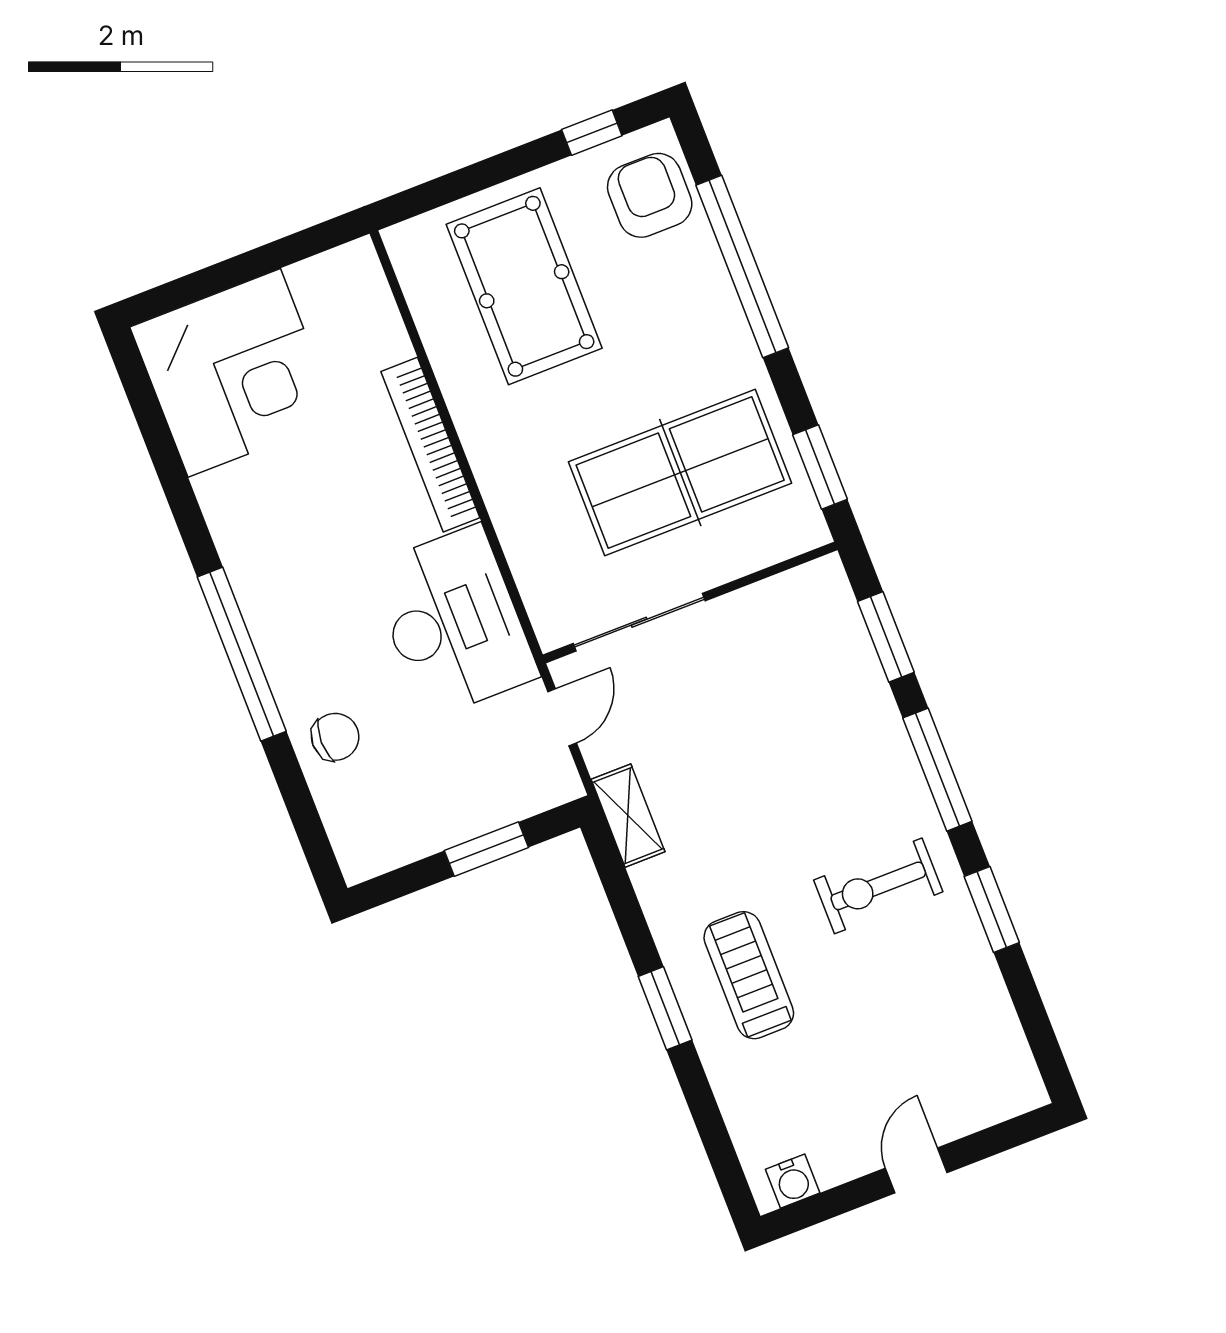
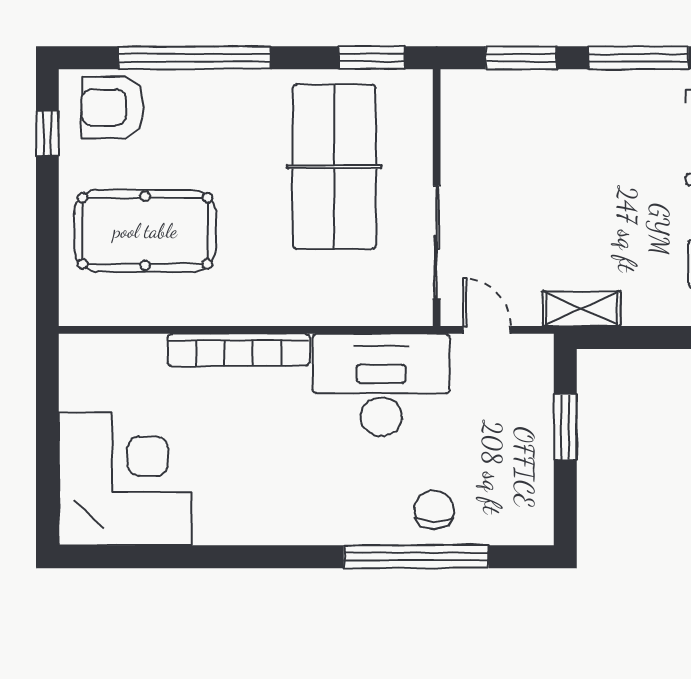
window: (242, 654) -> (416, 557), moved

